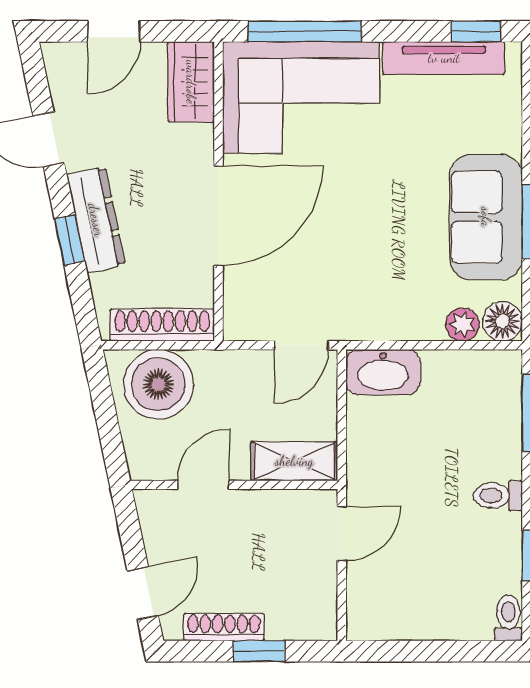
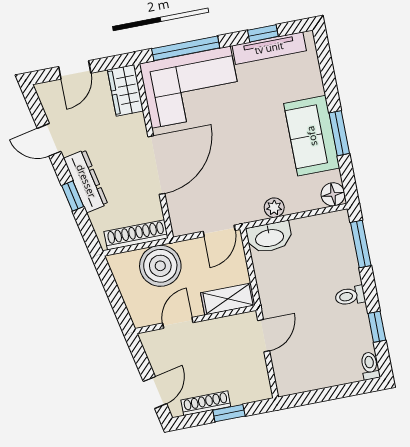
window: (476, 31) -> (263, 33), moved
plant: (463, 325) -> (274, 208), moved
boiler: (158, 384) -> (160, 266), moved

